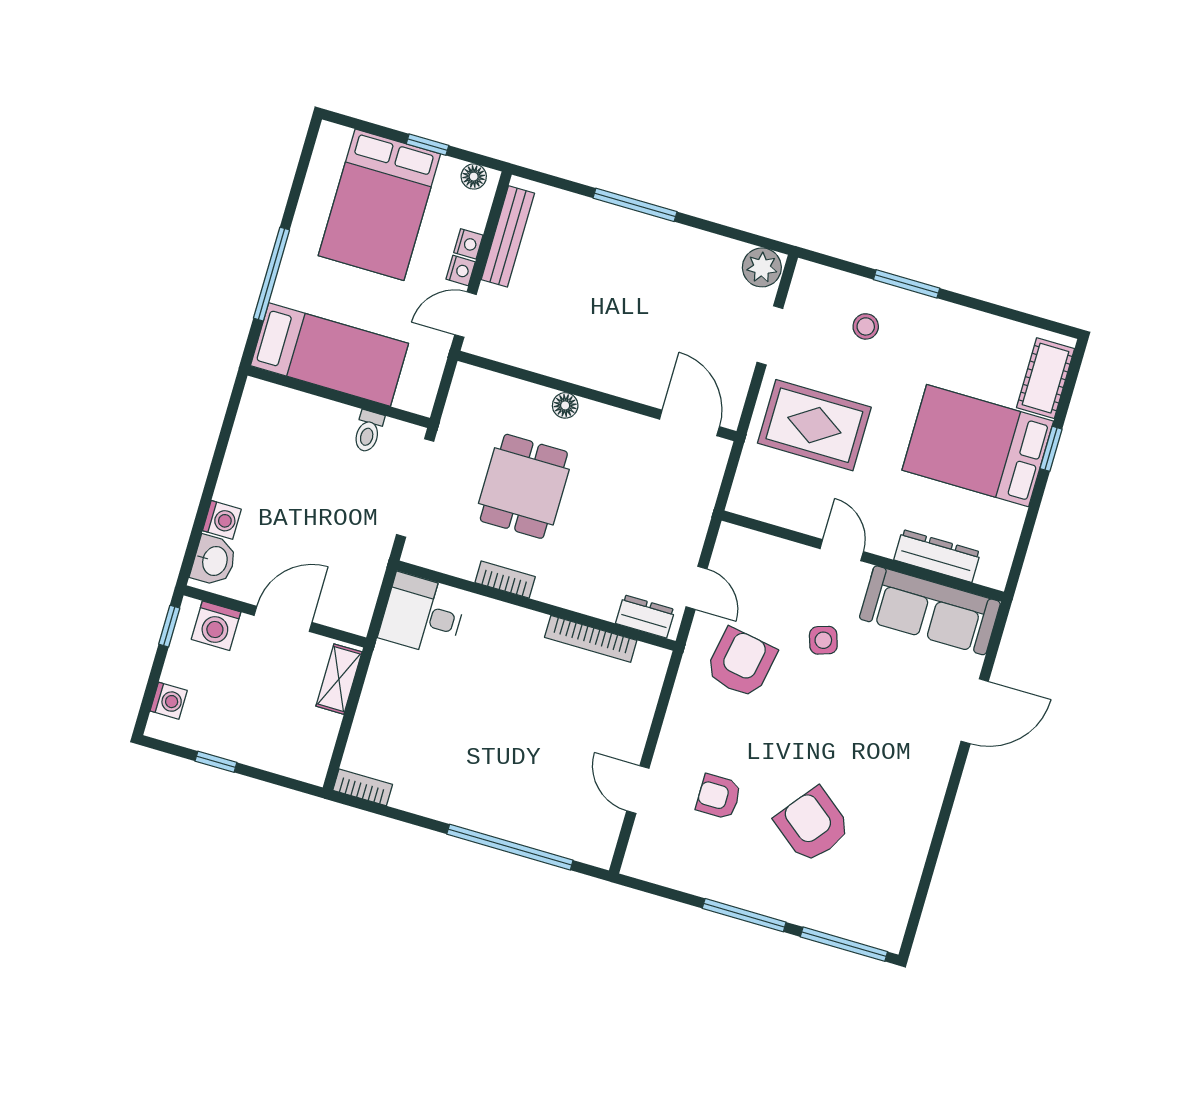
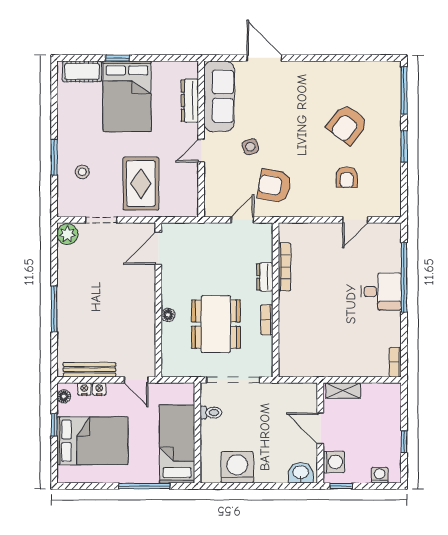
nightstand: (461, 271) -> (84, 389), moved
dining table: (524, 486) -> (216, 324), width x1.38
washing machine: (222, 520) -> (237, 467), moved, width x1.89, depth x1.89
desk: (423, 615) -> (381, 291), moved, turned -90
dresser: (645, 616) -> (265, 277), moved
window: (744, 915) -> (404, 146), width x0.69

